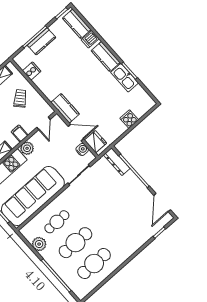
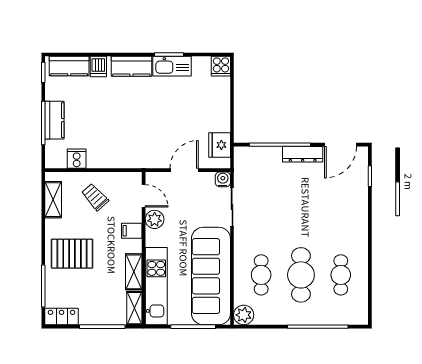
kitchen counter: (65, 108) -> (148, 158), removed
cooker: (129, 119) -> (221, 66), moved, turned -90
fridge: (96, 142) -> (220, 145), moved, turned -90
plant: (27, 148) -> (155, 219), moved
water cooler: (82, 149) -> (223, 179), moved
dresser: (117, 162) -> (303, 154), moved
door: (162, 203) -> (341, 145), hinge flipped
plant: (39, 244) -> (244, 315), moved
cafe table: (94, 264) -> (341, 275), width x0.73, depth x0.74

